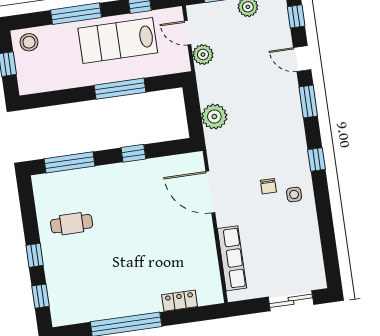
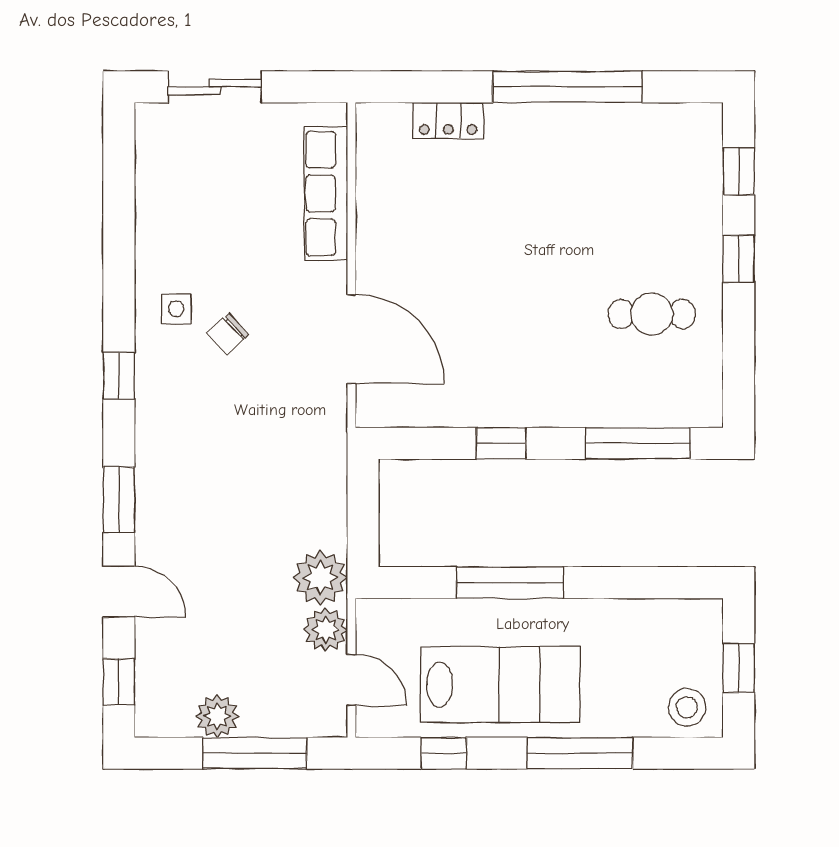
plant: (214, 117) -> (320, 578), moved
chair: (268, 186) -> (228, 334), turned -133

